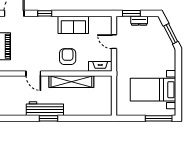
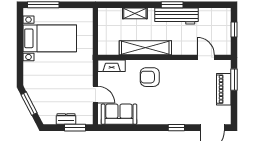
sofa: (73, 25) -> (119, 114), moved
armchair: (68, 57) -> (150, 77), turned 90
door: (33, 73) -> (206, 57), moved
shelving: (80, 111) -> (135, 13), added

